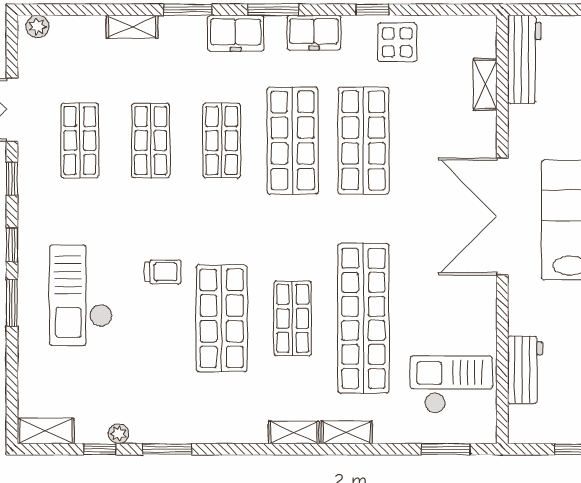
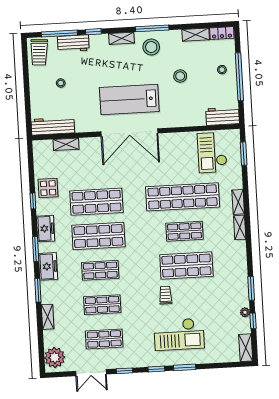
plant: (37, 26) -> (55, 357), width x1.87, depth x1.87
workbench: (525, 370) -> (223, 116), moved

